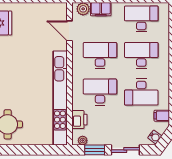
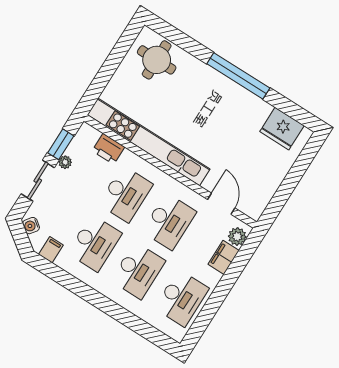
door: (69, 31) -> (221, 204), hinge flipped
desk: (141, 92) -> (95, 243), turned 180
plant: (83, 140) -> (65, 162), moved

